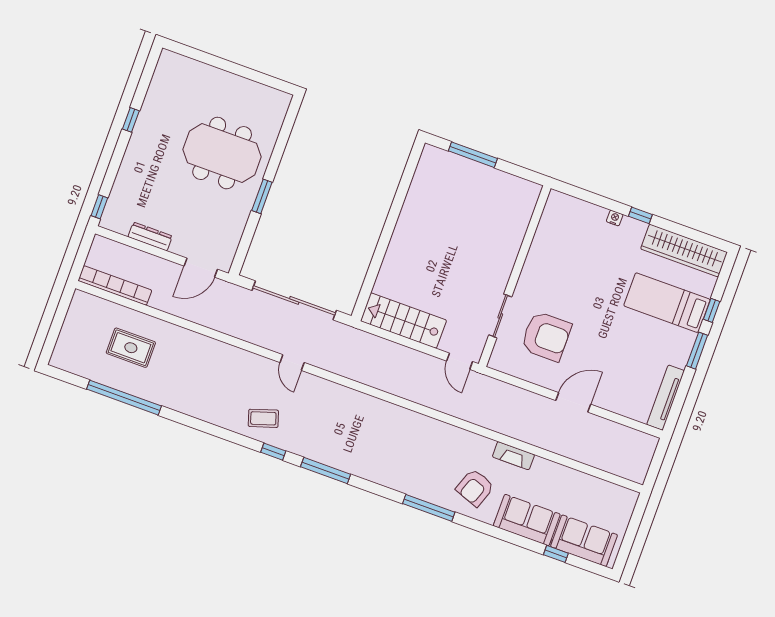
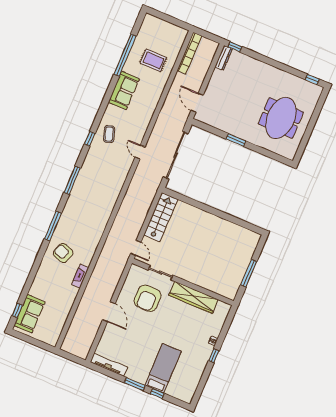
window: (131, 120) -> (312, 79), moved
meeting table: (222, 153) -> (281, 118), moved
window: (473, 155) -> (249, 273), moved
dresser: (150, 236) -> (224, 58), moved
wardrobe: (684, 251) -> (193, 297), moved, turned -90
rug: (131, 348) -> (153, 60), turned 90
door: (460, 361) -> (136, 248), swing flipped
door: (292, 362) -> (140, 152), hinge flipped
window: (326, 471) -> (72, 180), moved
sofa: (527, 520) -> (124, 90), moved
window: (556, 554) -> (17, 310), moved

